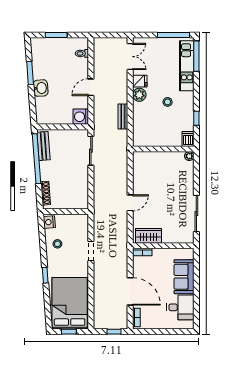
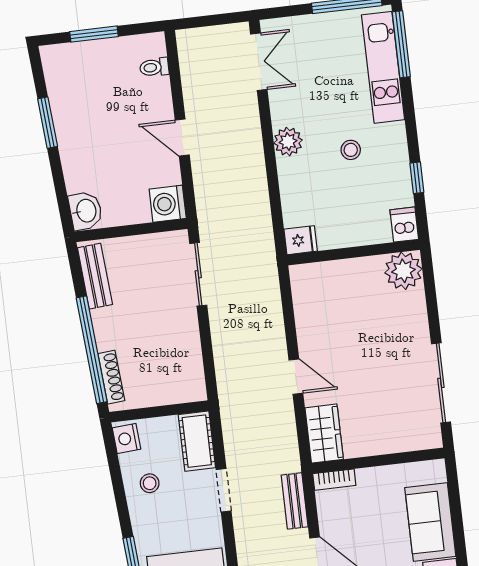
fridge: (140, 81) -> (301, 240), moved
door: (91, 87) -> (182, 138), hinge flipped
washbasin: (41, 88) -> (85, 211), moved
bench: (123, 117) -> (295, 501), moved
plant: (189, 156) -> (403, 271), width x1.87, depth x1.87
window: (36, 159) -> (92, 350), moved
door: (130, 203) -> (296, 377), hinge flipped
cot: (81, 227) -> (197, 441), added
wardrobe: (149, 236) -> (324, 434), moved, turned 90

